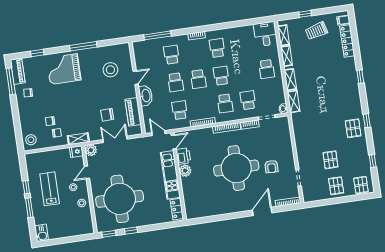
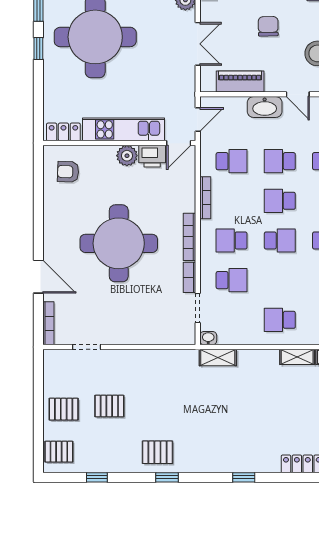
shelving: (290, 79) -> (256, 357), removed
chair: (107, 115) -> (268, 26), moved
door: (174, 142) -> (179, 143), hinge flipped
armchair: (271, 167) -> (68, 172), moved

